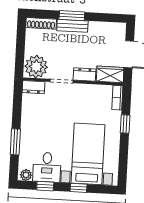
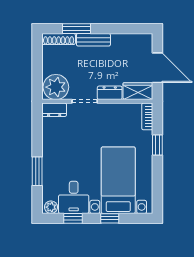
window: (72, 16) -> (77, 29), moved

